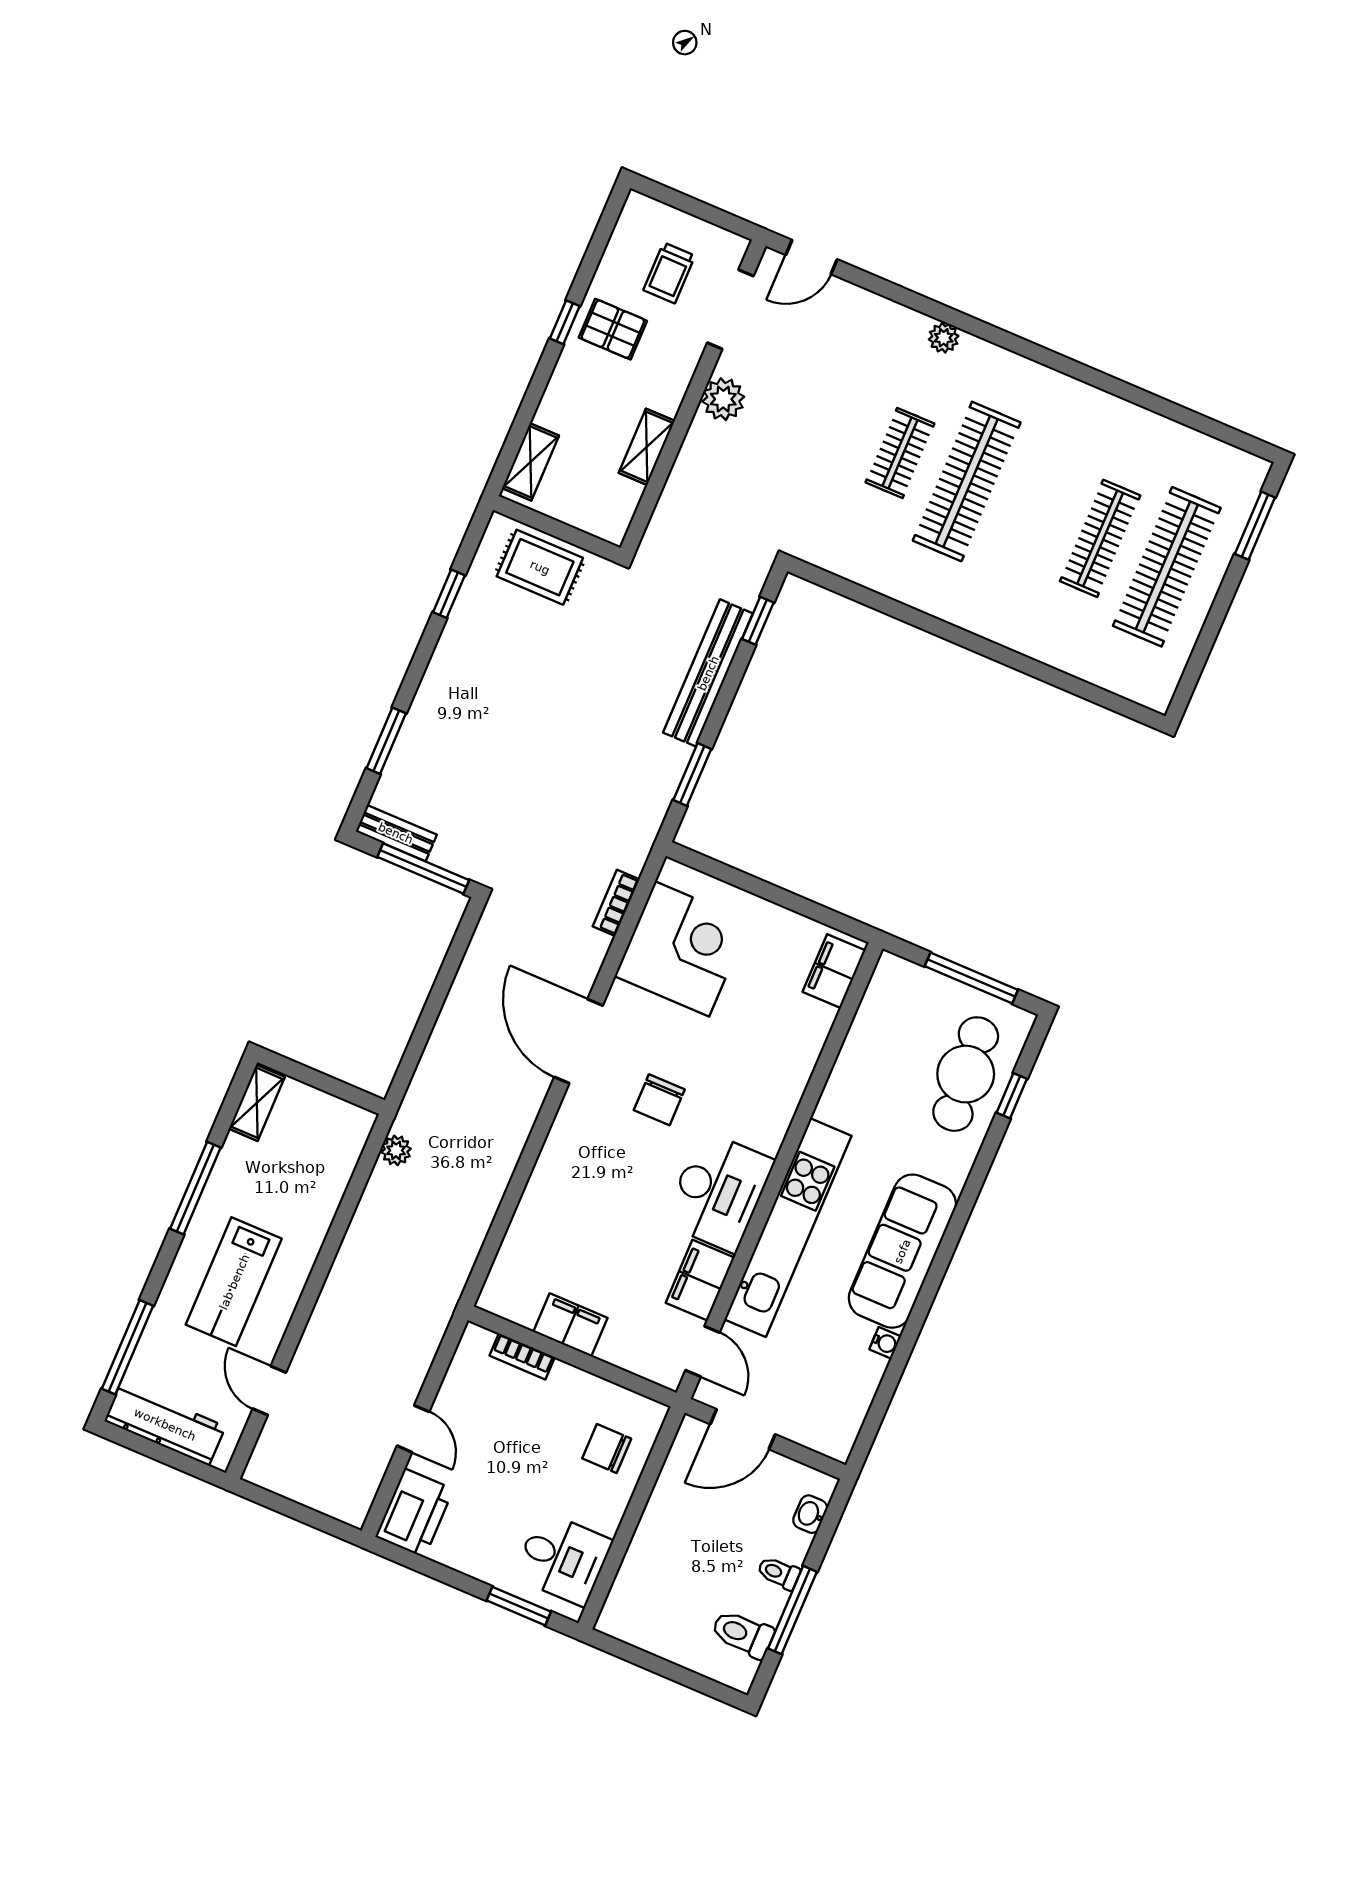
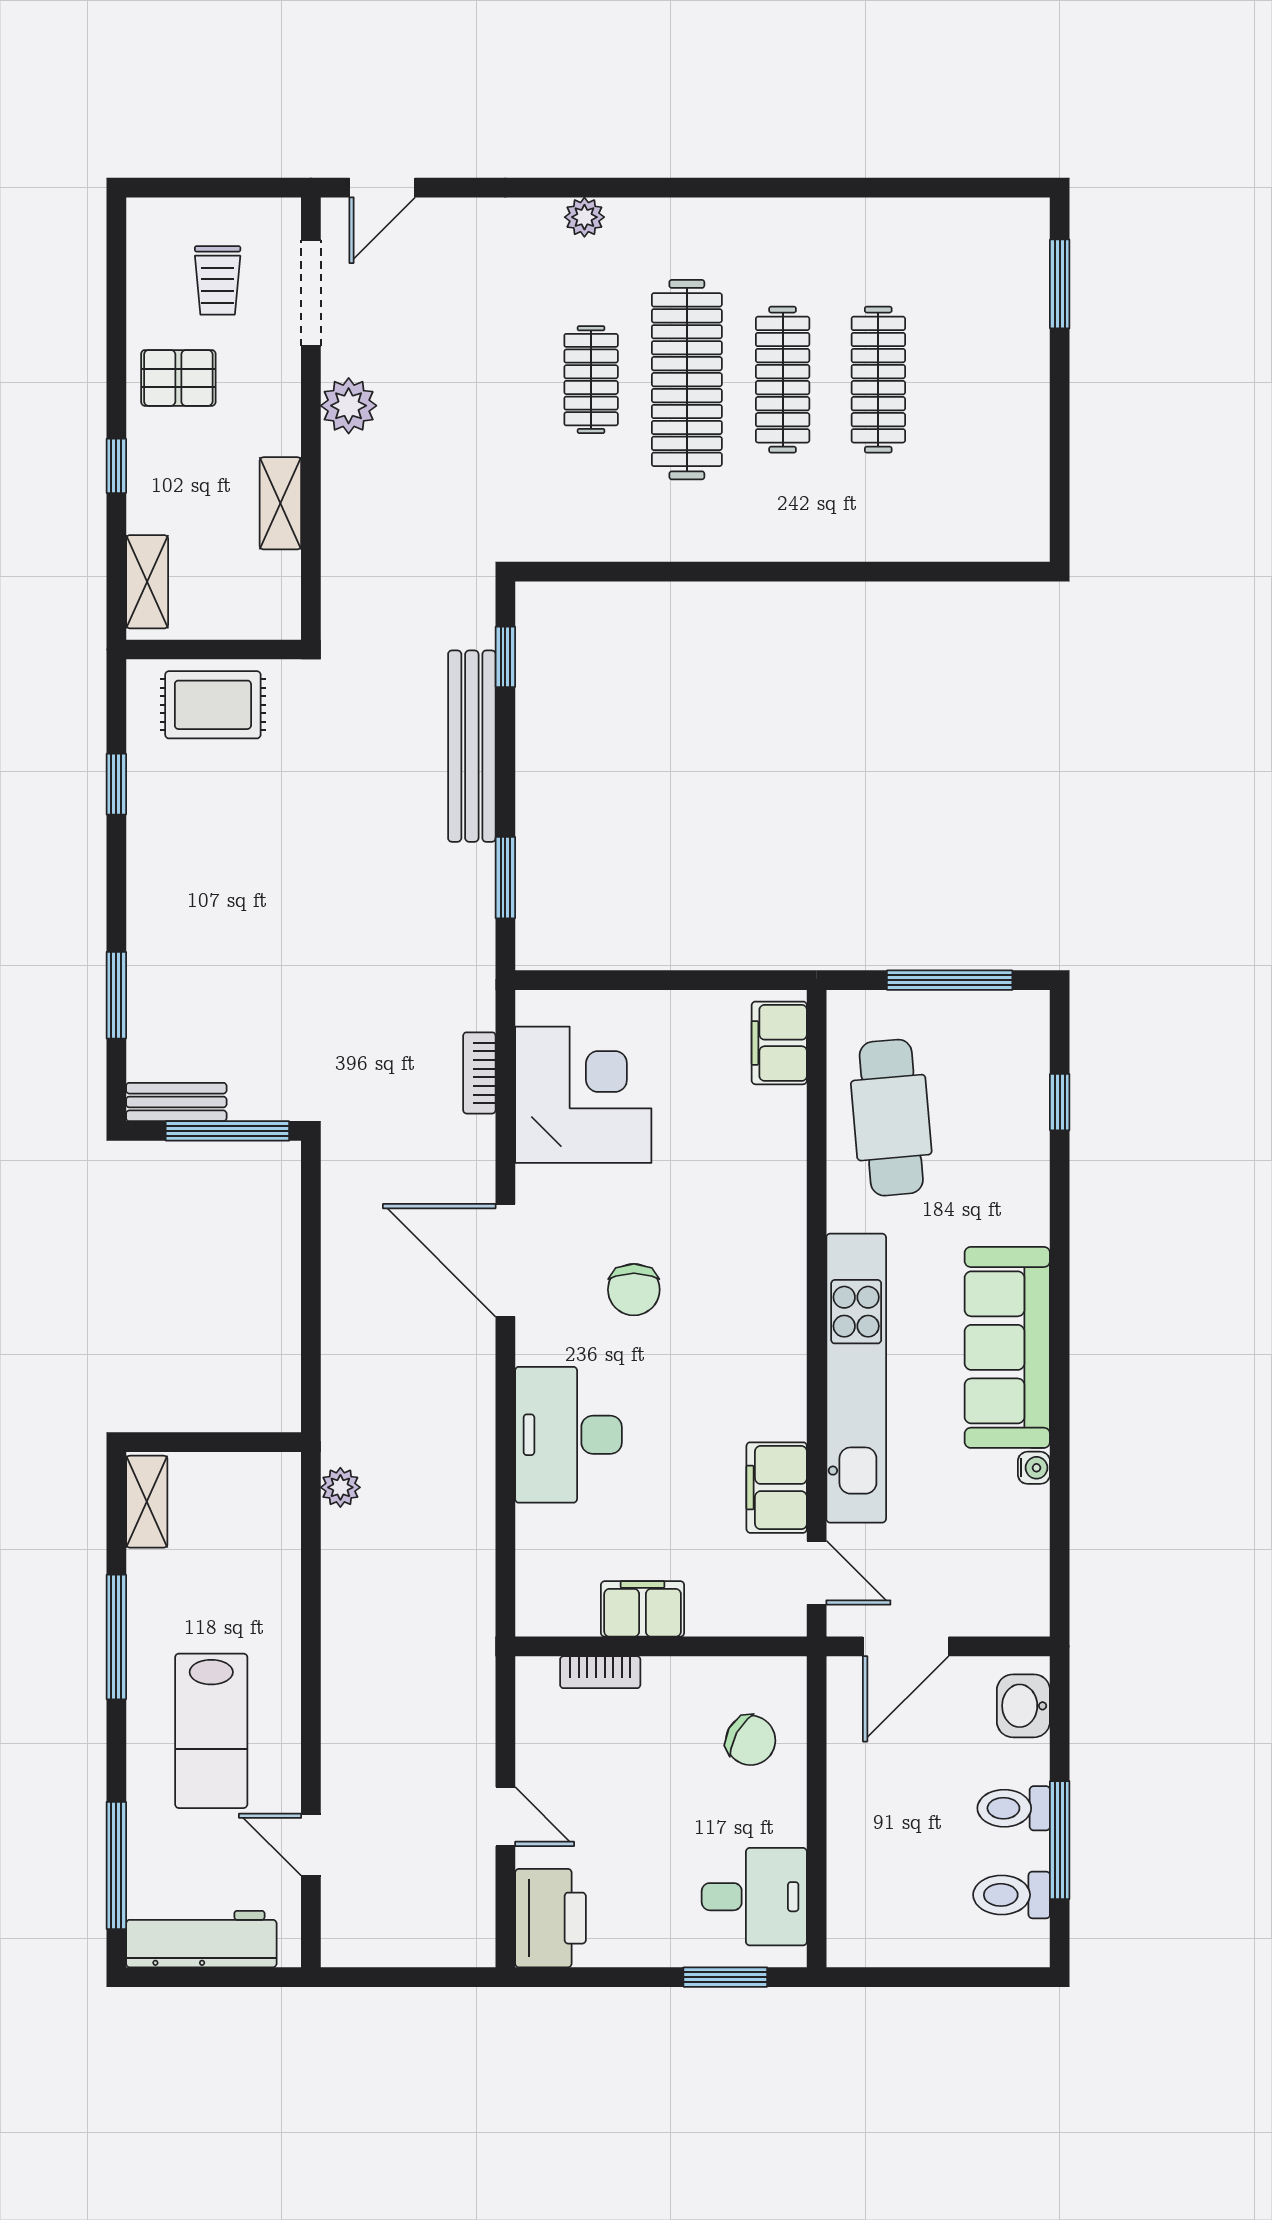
window: (565, 322) -> (116, 466), moved
clothes rail: (1167, 567) -> (783, 380), moved, width x0.73, depth x0.76
cafe table: (966, 1074) -> (891, 1118), moved
desk: (719, 1192) -> (568, 1435), moved, turned 180
chair: (607, 1449) -> (751, 1740), turned -151
washbasin: (810, 1514) -> (1023, 1706), width x1.38, depth x1.45
toilet: (779, 1573) -> (1014, 1808), width x1.37, depth x1.39

